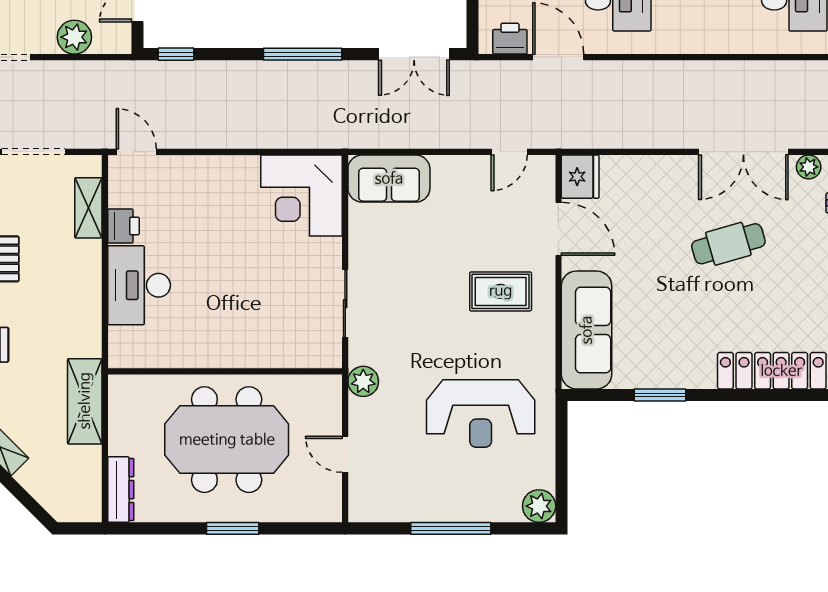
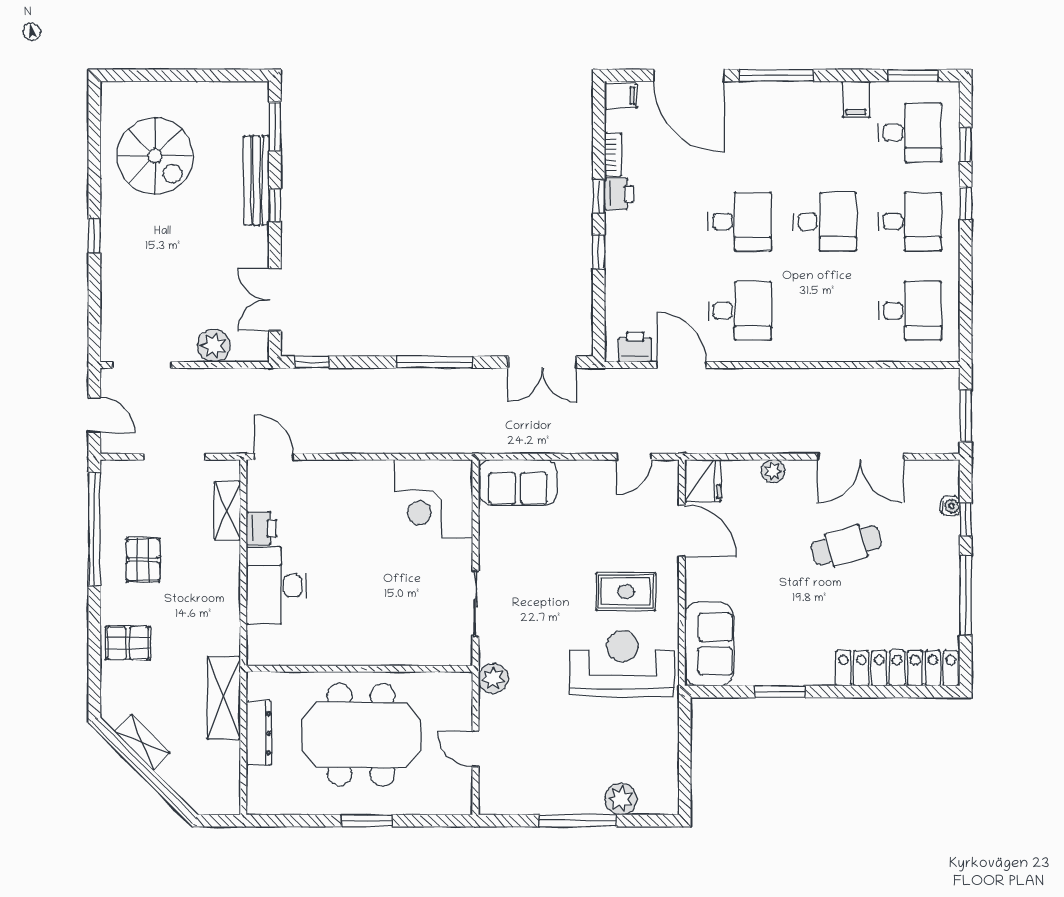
plant: (809, 167) -> (773, 471), moved
sofa: (587, 330) -> (709, 644), width x0.73
reception desk: (481, 413) -> (622, 663), moved, turned 180
dresser: (121, 490) -> (259, 733), moved
plant: (539, 506) -> (621, 799), moved

